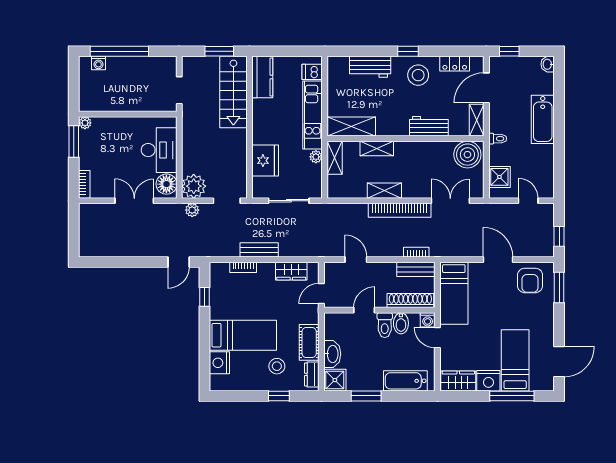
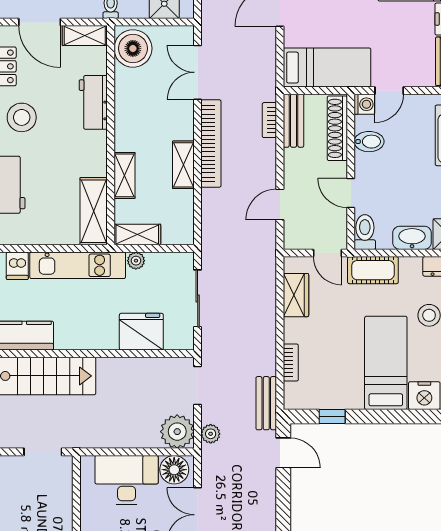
bench: (259, 250) -> (266, 403), moved
toilet: (385, 325) -> (365, 232), moved, turned -90
cot: (309, 342) -> (373, 270), moved

